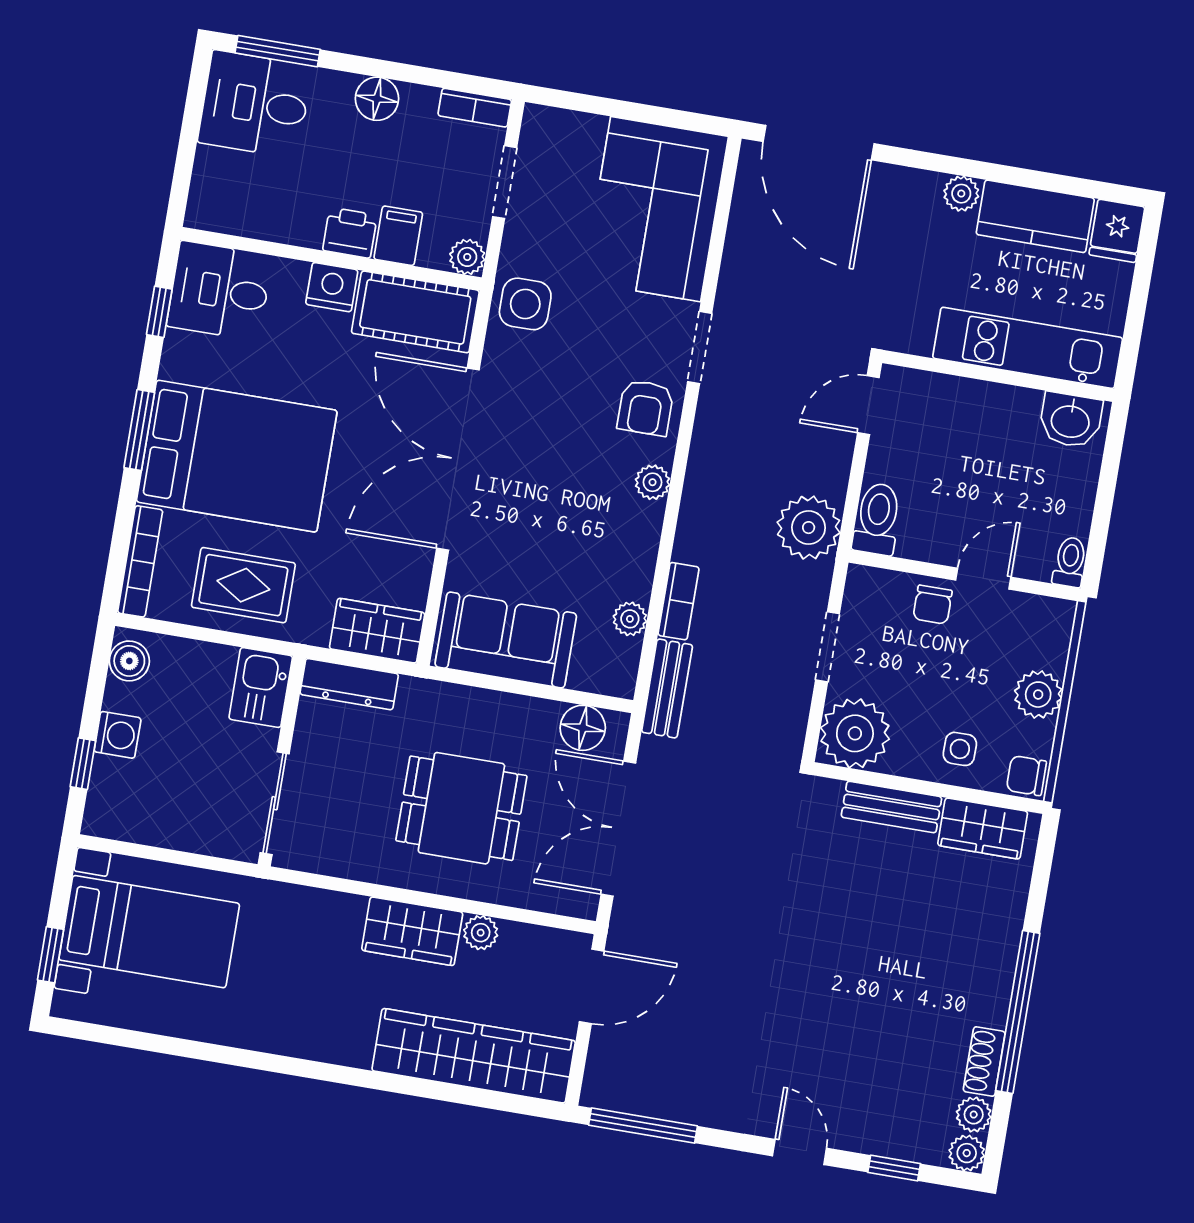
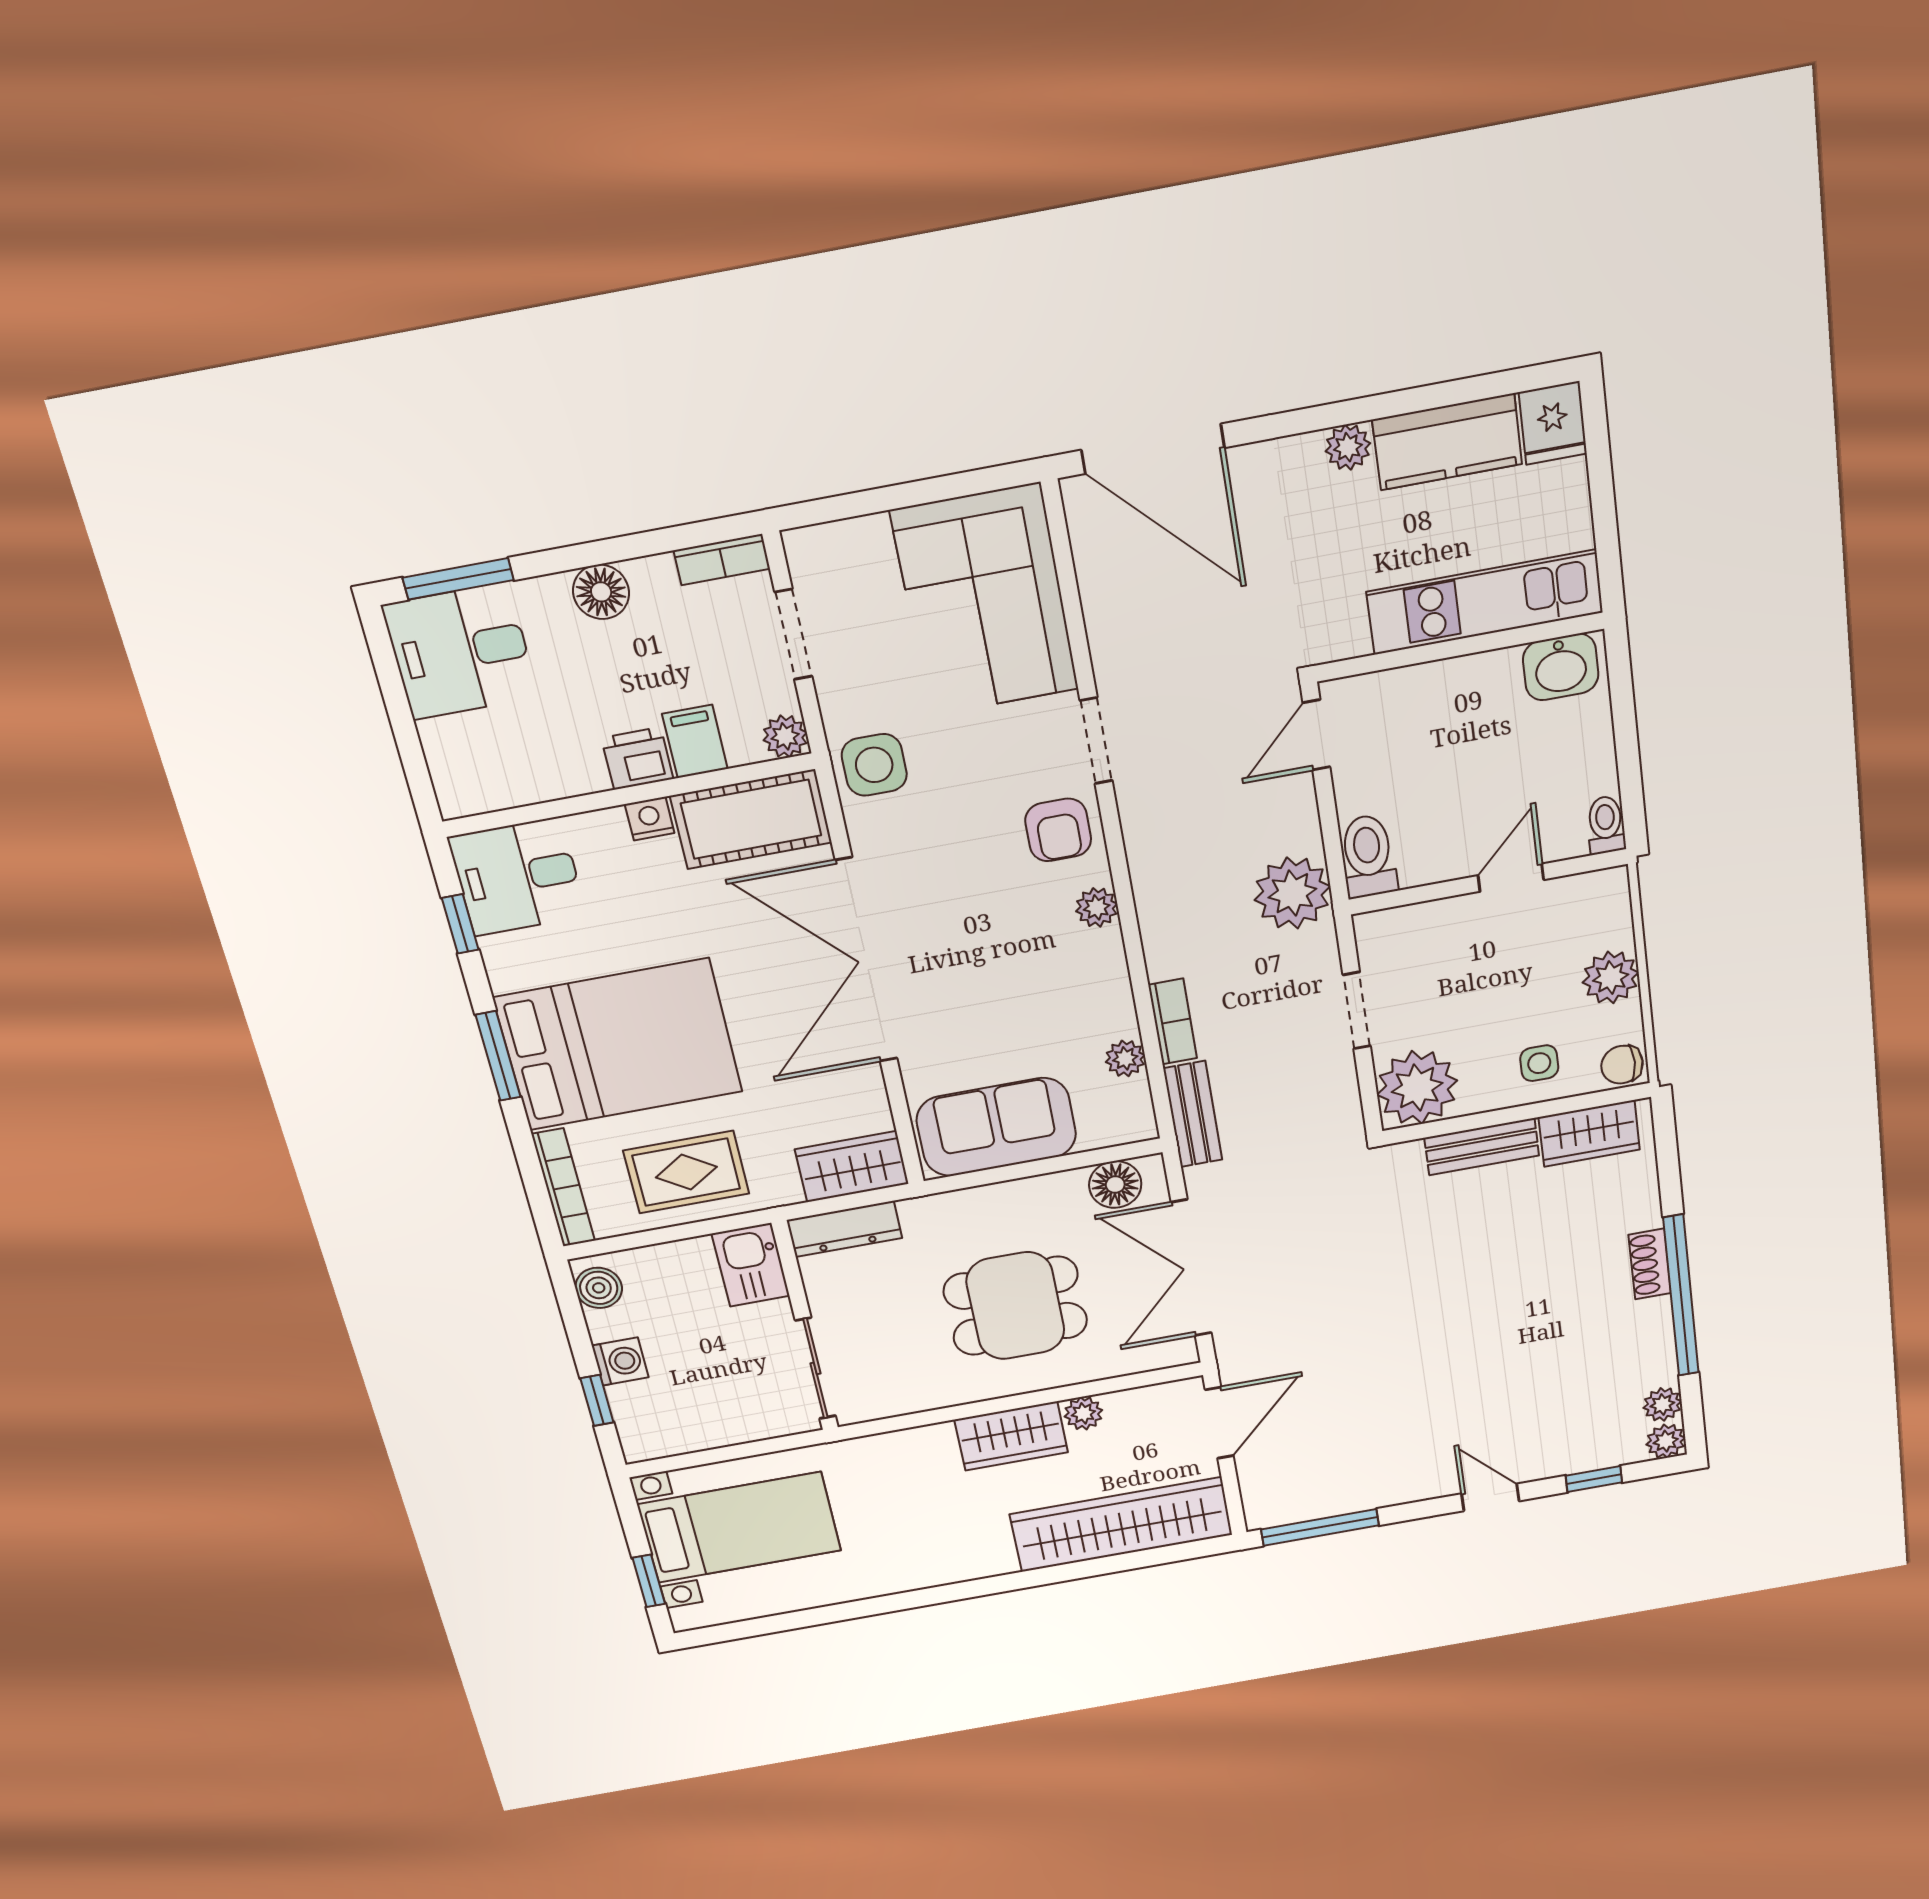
nightstand: (332, 287) -> (650, 819), width x0.72, depth x0.74
chair: (933, 605) -> (1461, 925), removed
shoe rack: (984, 1062) -> (1650, 1264), moved

